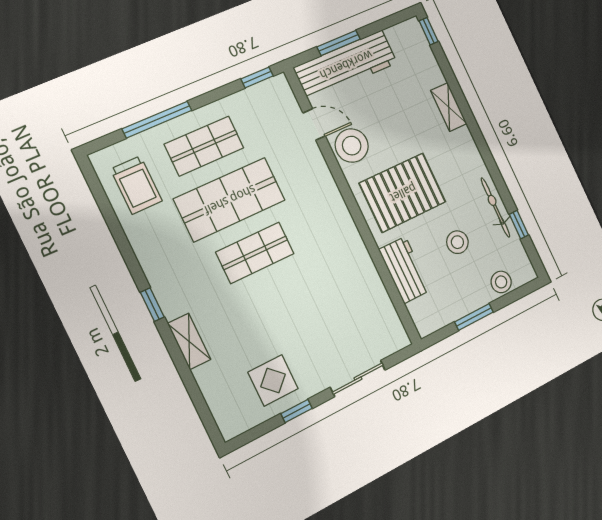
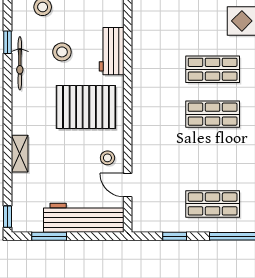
window: (339, 43) -> (49, 236), moved
window: (257, 77) -> (175, 236), moved
stool: (352, 146) -> (107, 158), width x0.53, depth x0.53
shop shelf: (230, 200) -> (213, 69), moved, width x0.70, depth x0.74

